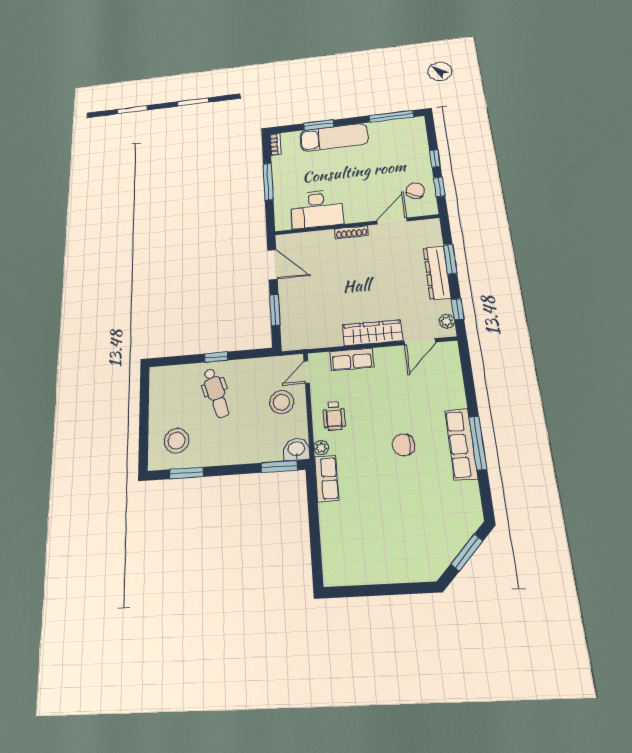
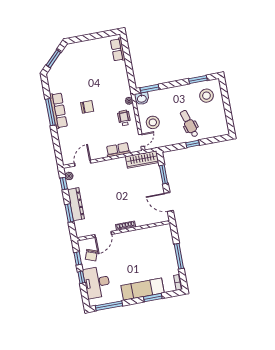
desk: (317, 209) -> (97, 282), moved, turned -90
wardrobe: (372, 333) -> (142, 159), moved
row of seats: (327, 478) -> (118, 50), moved

